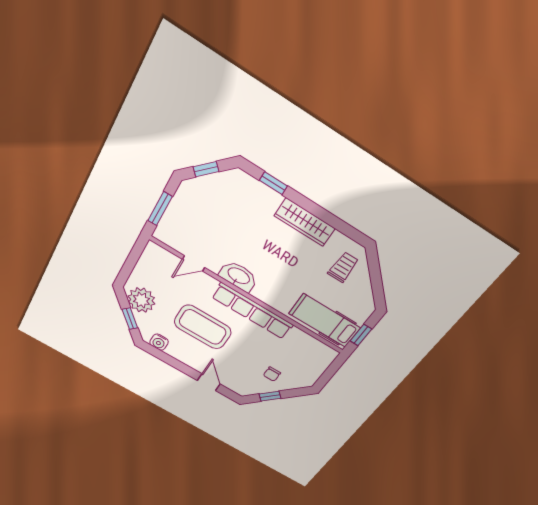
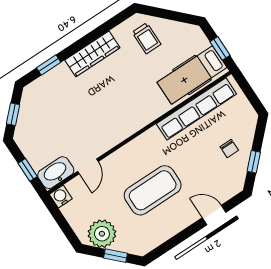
window: (160, 209) -> (28, 170), width x0.67
trolley: (343, 267) -> (146, 38), turned 180
washbasin: (238, 276) -> (56, 173), moved
row of seats: (252, 311) -> (196, 109), moved
water cooler: (159, 342) -> (61, 197), moved, turned 180

